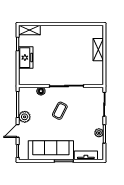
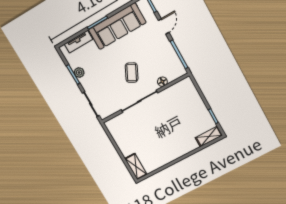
shelving: (98, 50) -> (136, 167), moved
freezer: (26, 58) -> (197, 107), removed
plant: (25, 117) -> (165, 45), removed

